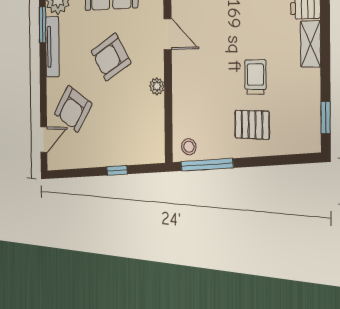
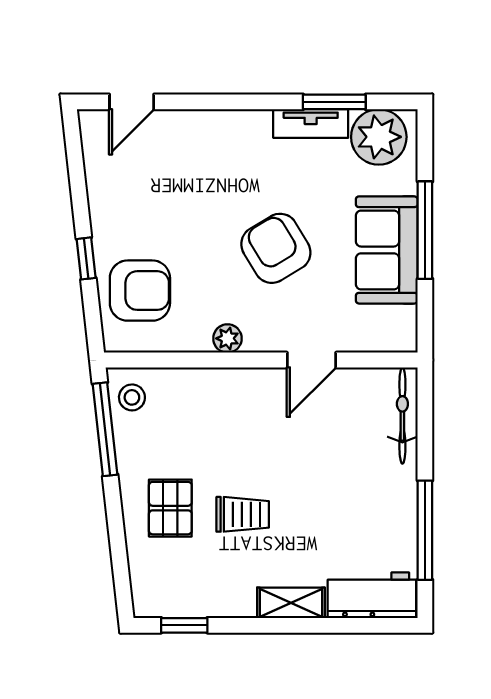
tv unit: (52, 47) -> (311, 123), width x0.71
armchair: (73, 109) -> (140, 291), moved, turned 148
door: (44, 139) -> (132, 102), hinge flipped

